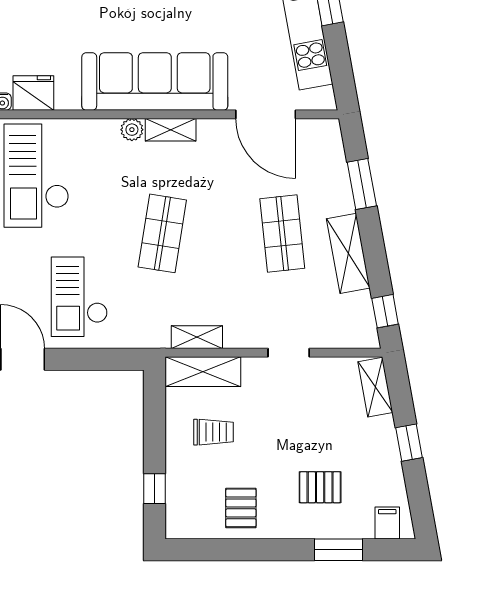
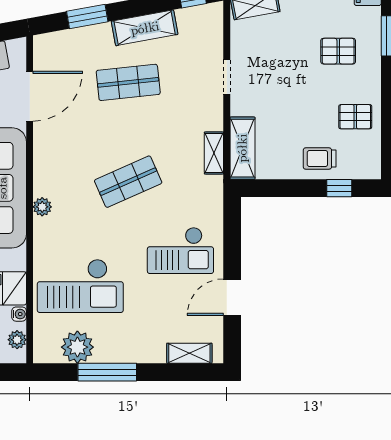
shelving: (171, 130) -> (42, 175), removed
shop shelf: (162, 233) -> (128, 182), turned -33
trolley: (214, 432) -> (320, 159), moved, turned -90
pallet: (320, 487) -> (338, 51), turned 90

